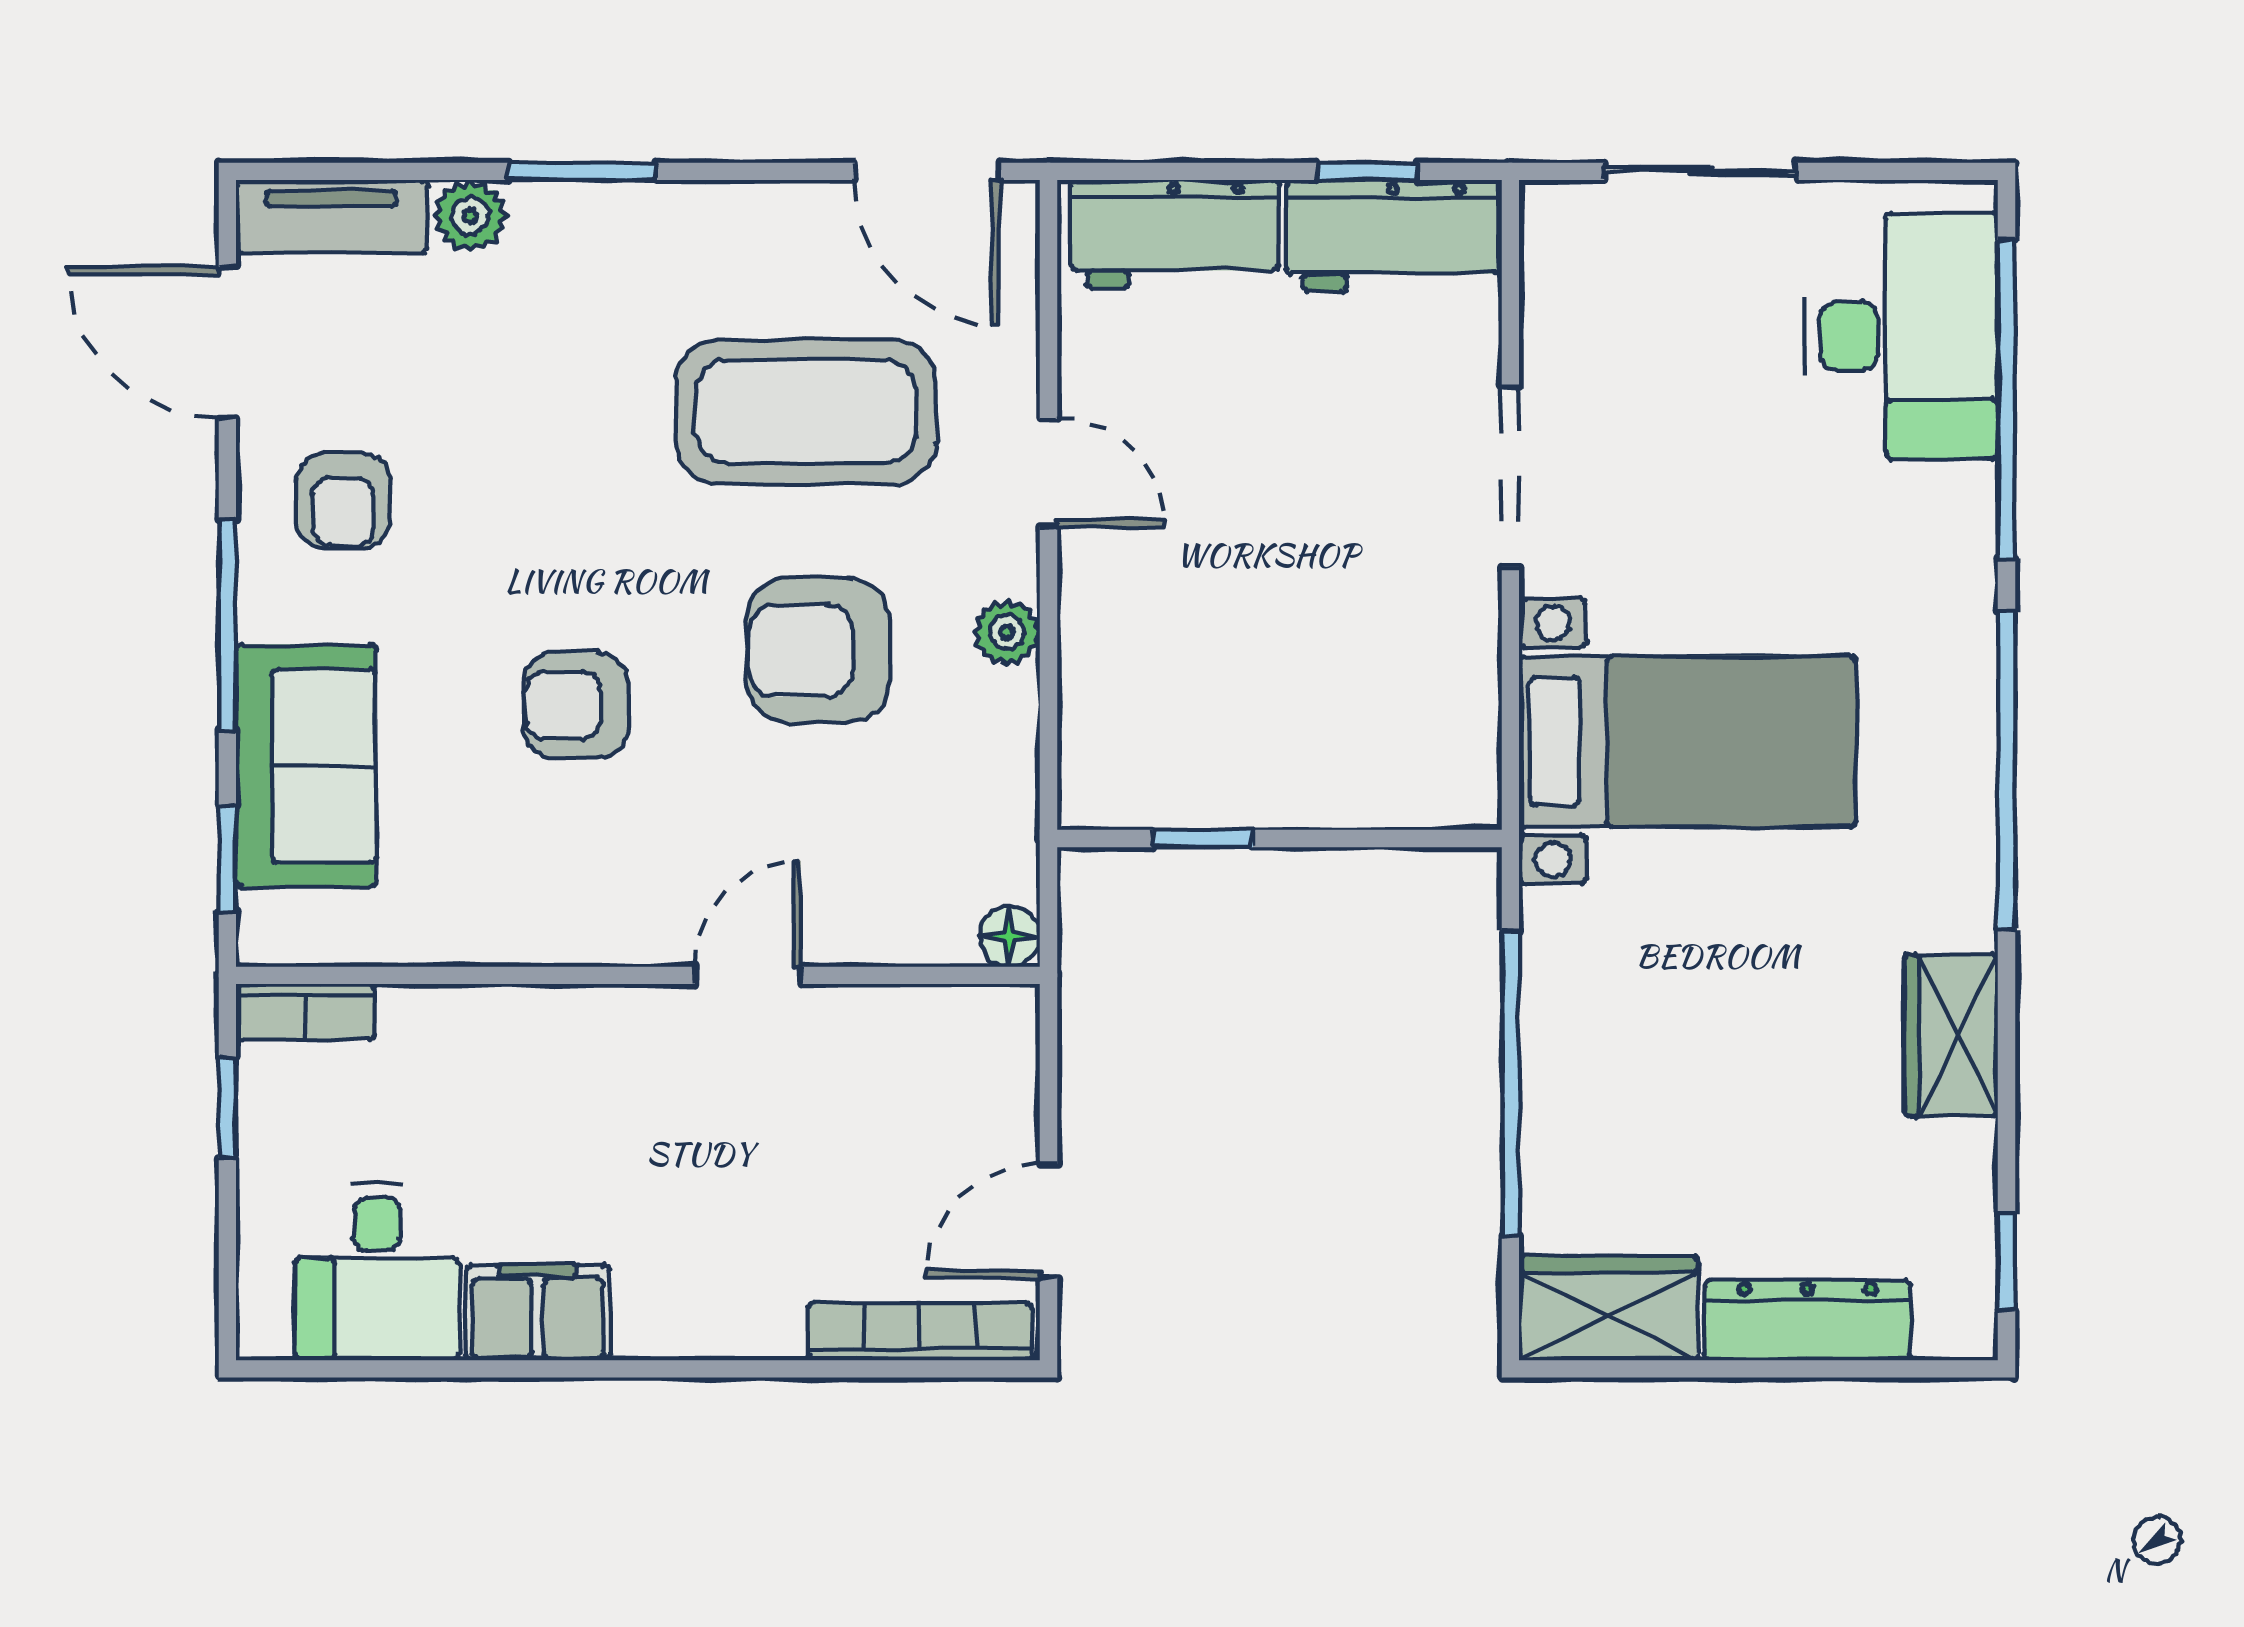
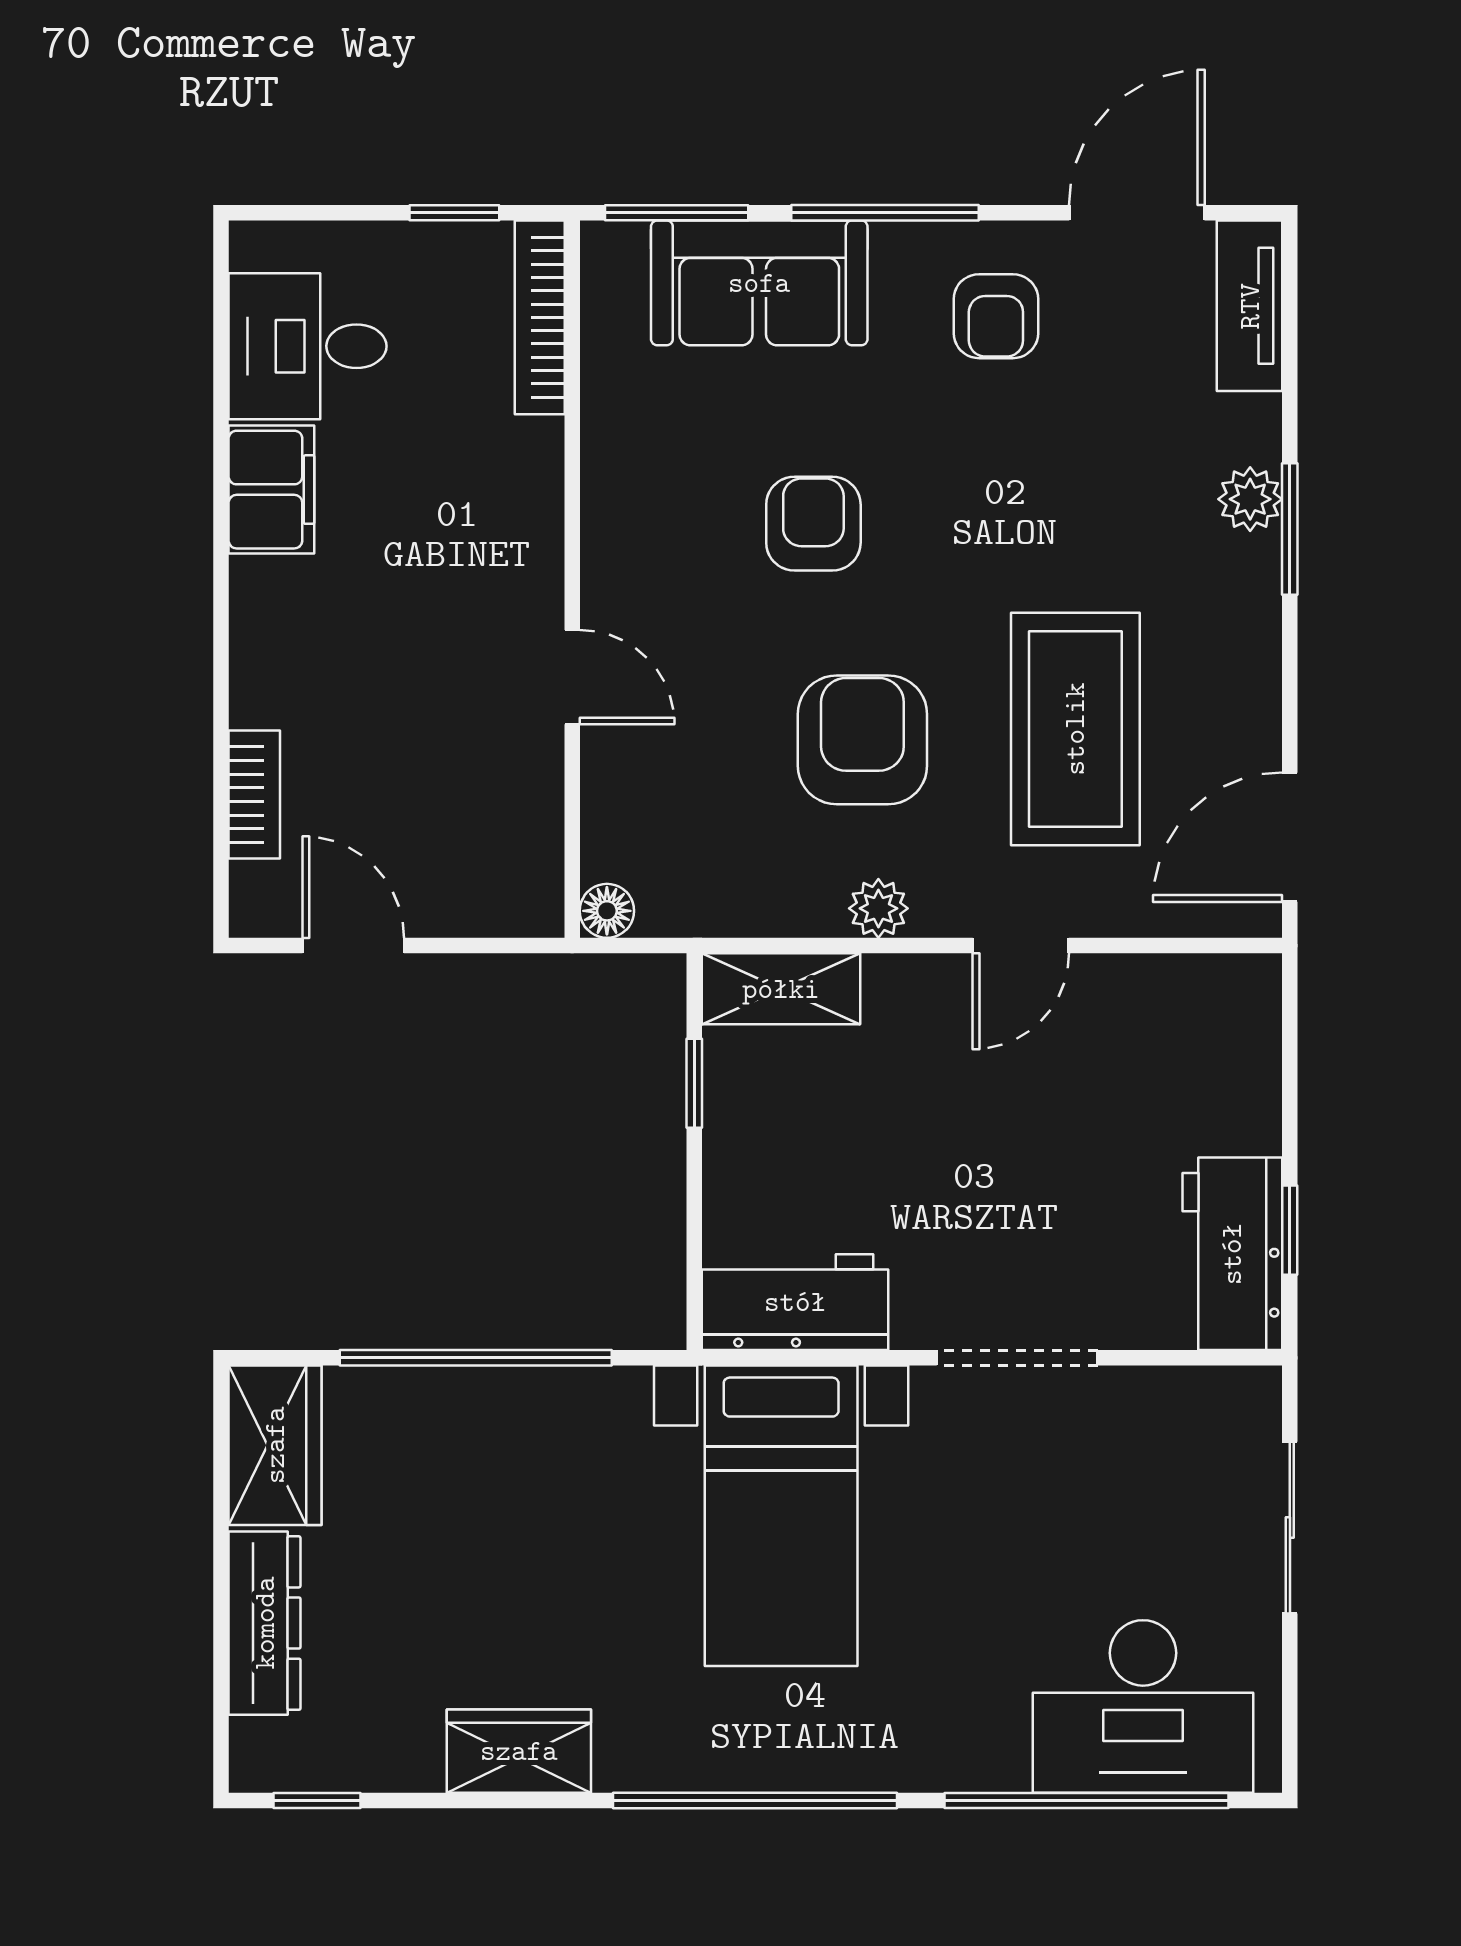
plant: (470, 216) -> (1250, 499), moved
workbench: (1175, 234) -> (795, 1302), moved, turned 90
armchair: (343, 501) -> (996, 316), turned -90
shelving: (1097, 741) -> (781, 989), added
window: (227, 858) -> (677, 213), width x1.50
bookcase: (305, 1012) -> (540, 317), width x1.56
bookcase: (920, 1332) -> (254, 795), width x0.64

